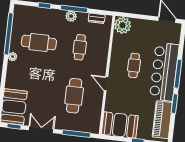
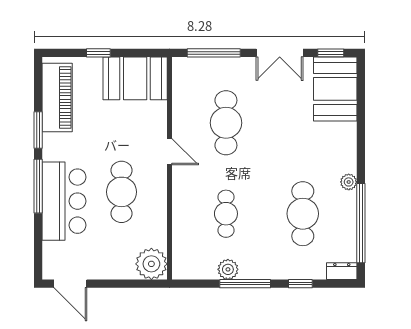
plant: (71, 16) -> (228, 269), moved
dresser: (97, 18) -> (342, 271), moved
cafe table: (39, 43) -> (303, 214), turned 90
cafe table: (134, 65) -> (121, 192), width x1.37, depth x1.35
bar counter: (164, 72) -> (64, 201), width x0.73

